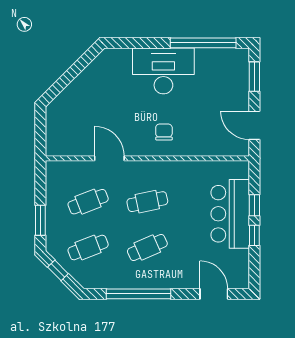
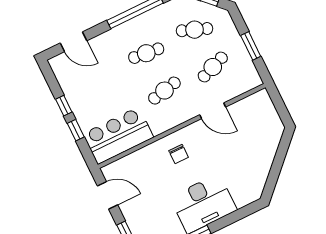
bar counter: (230, 214) -> (118, 135), moved, turned -90
window: (40, 220) -> (251, 46), moved
cafe table: (88, 248) -> (195, 30), turned 42
cafe table: (147, 248) -> (146, 53), turned 30

